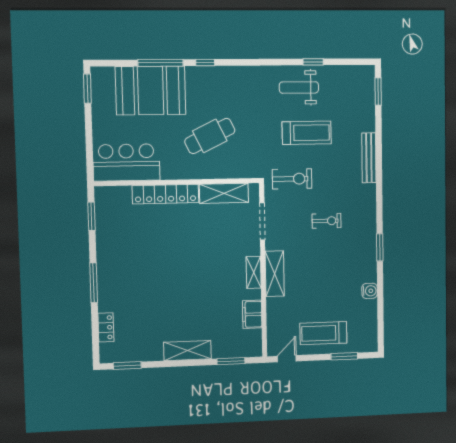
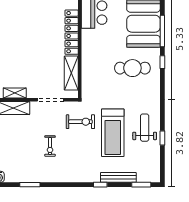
treadmill: (307, 133) -> (113, 133), width x1.37, depth x1.38
cafe table: (210, 136) -> (132, 68), moved, turned -64
window: (379, 149) -> (100, 185), added
bench: (369, 158) -> (118, 177), moved
exercise bike: (292, 179) -> (80, 122), turned -90

